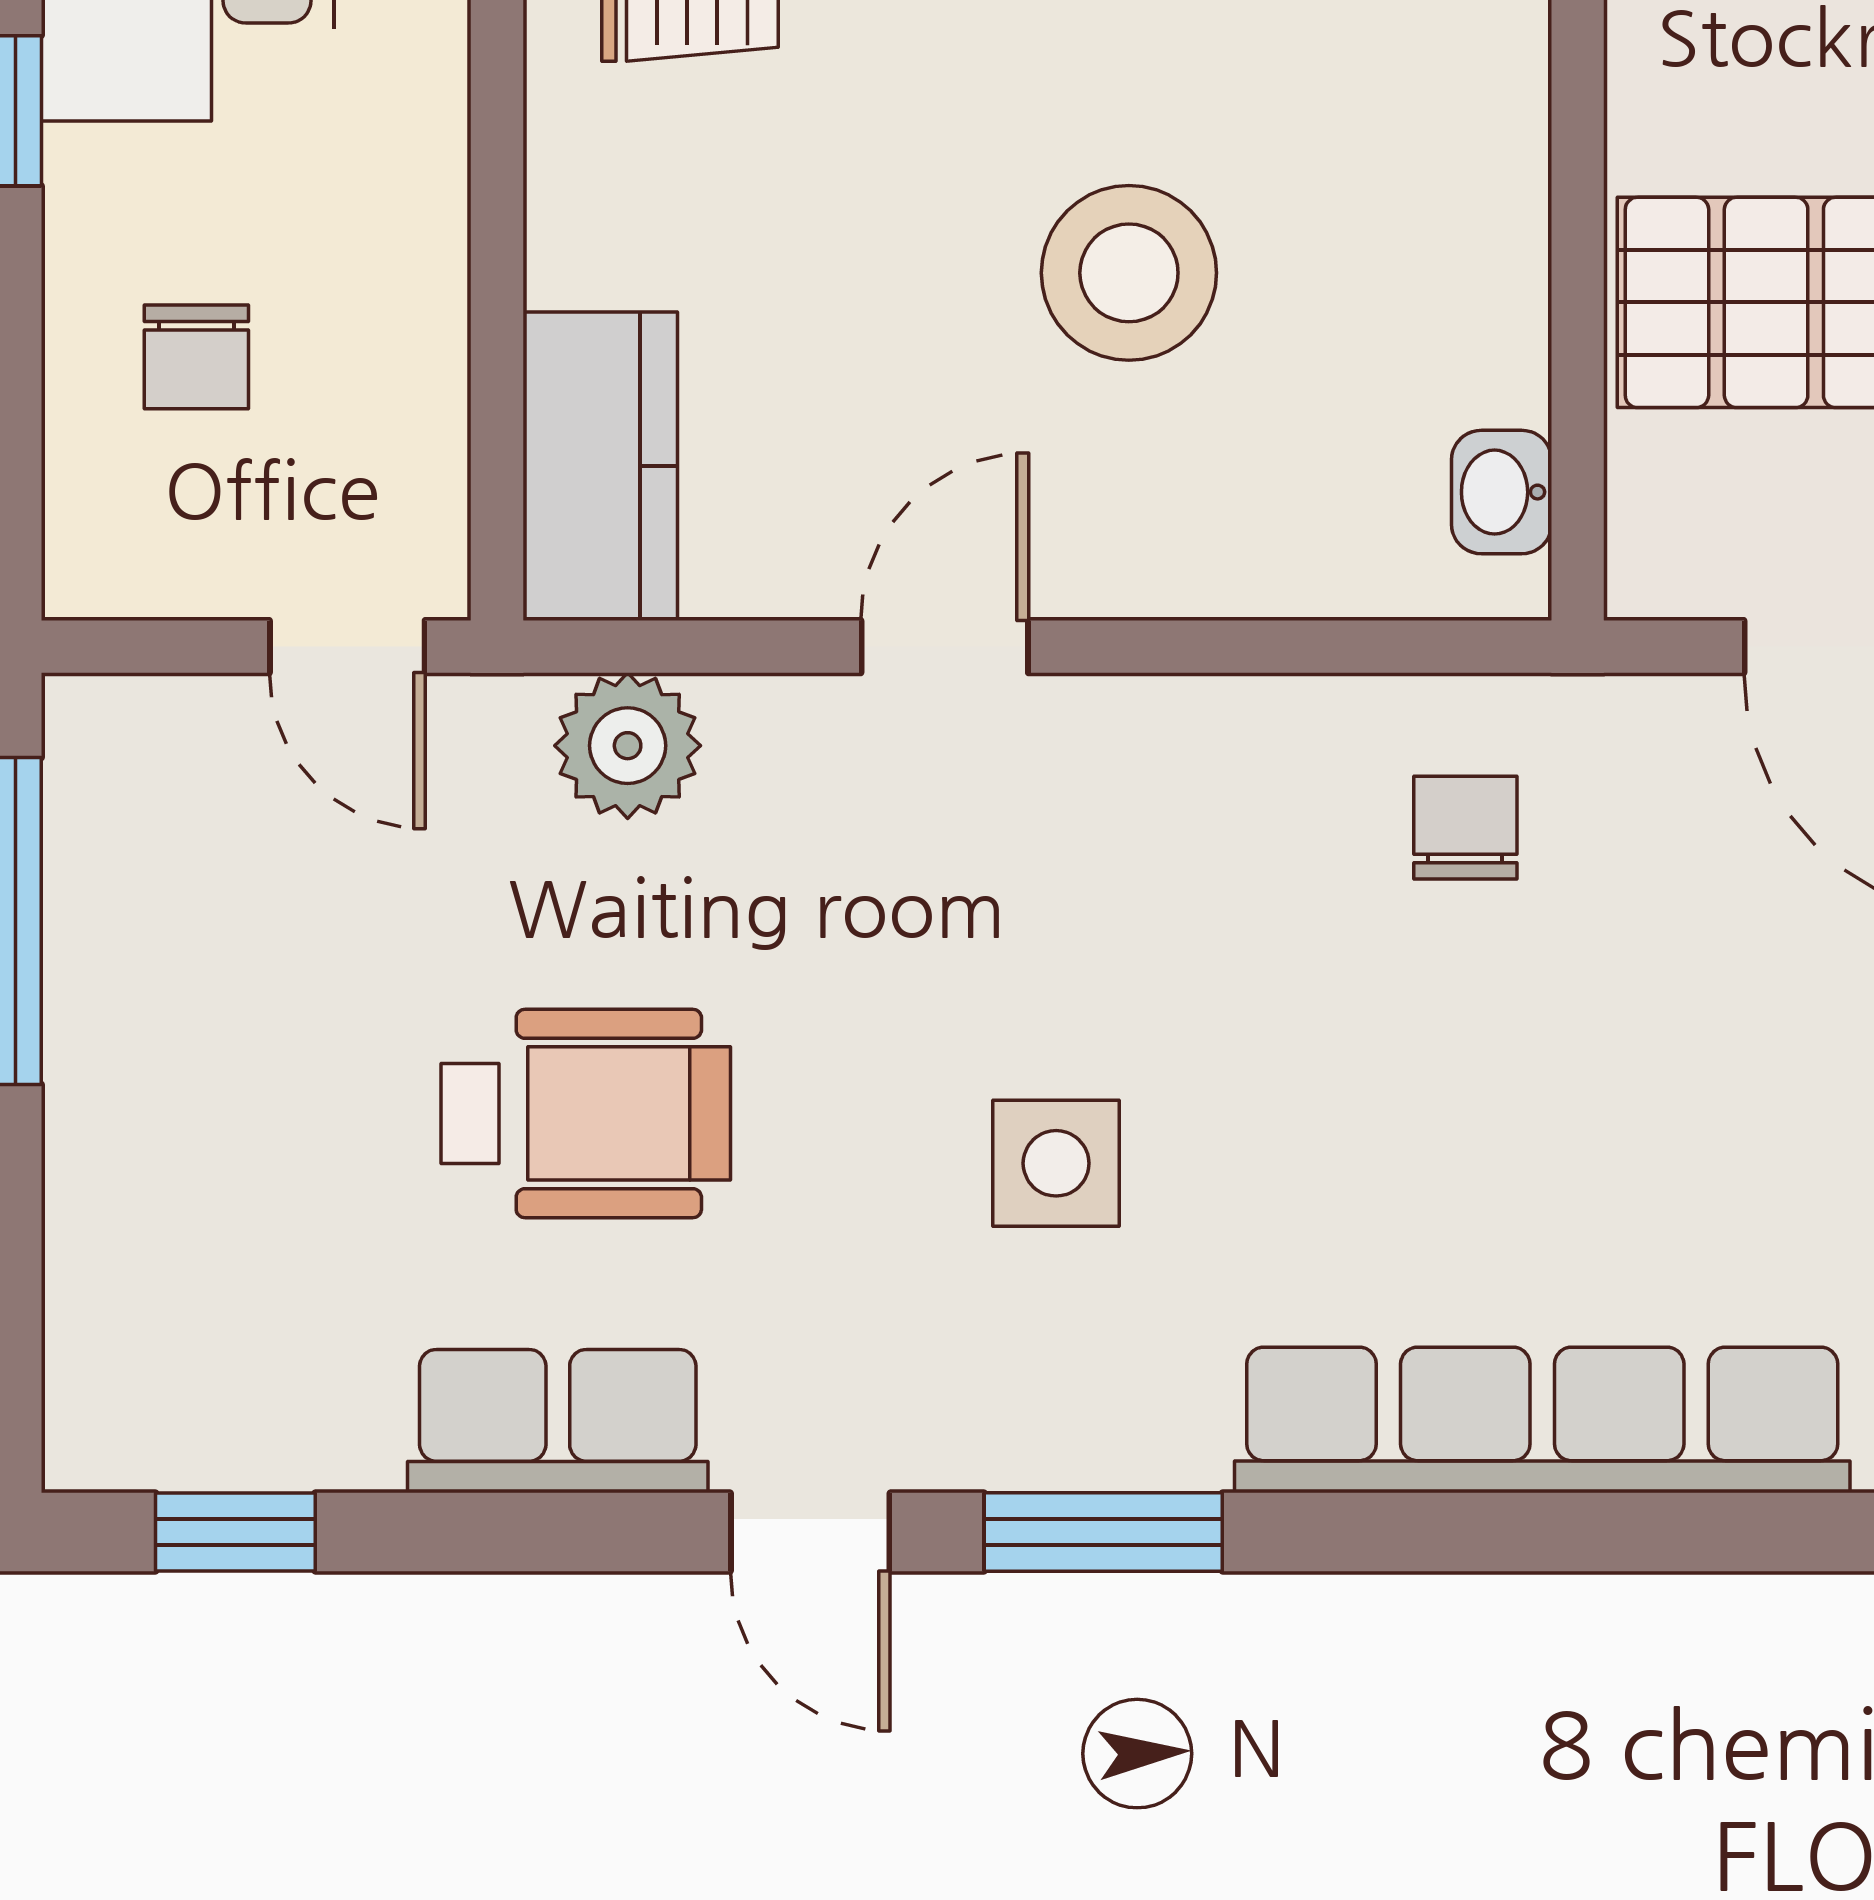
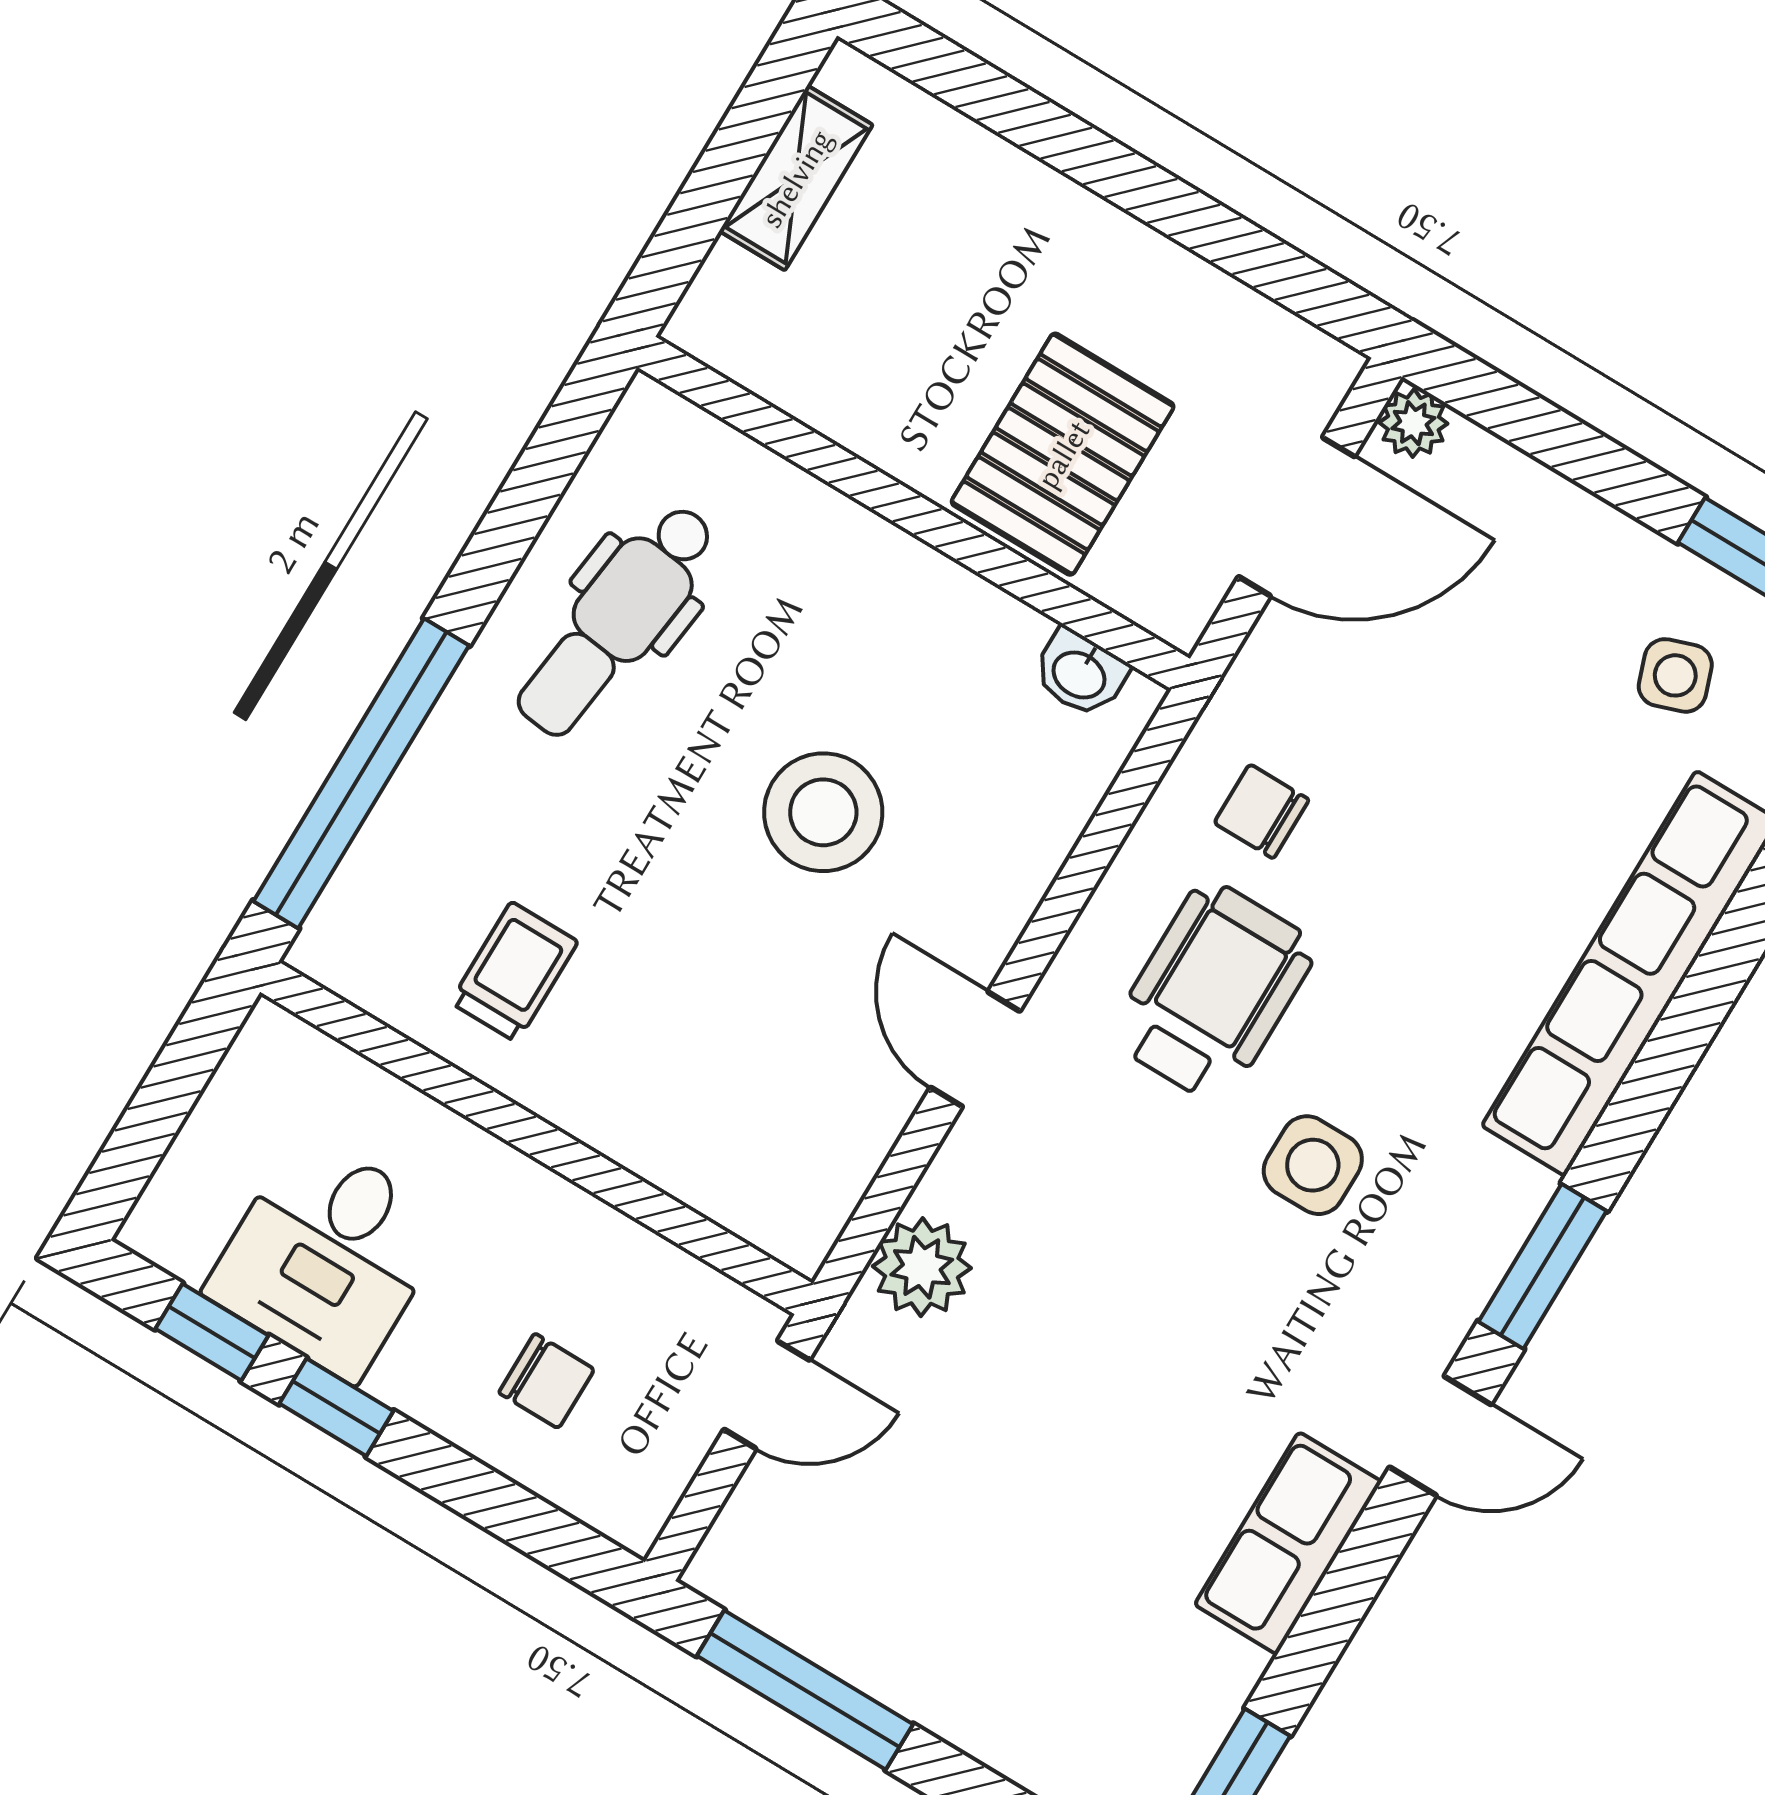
kitchen counter: (600, 466) -> (751, 1185), removed
wheelchair: (586, 1113) -> (1213, 992), moved

